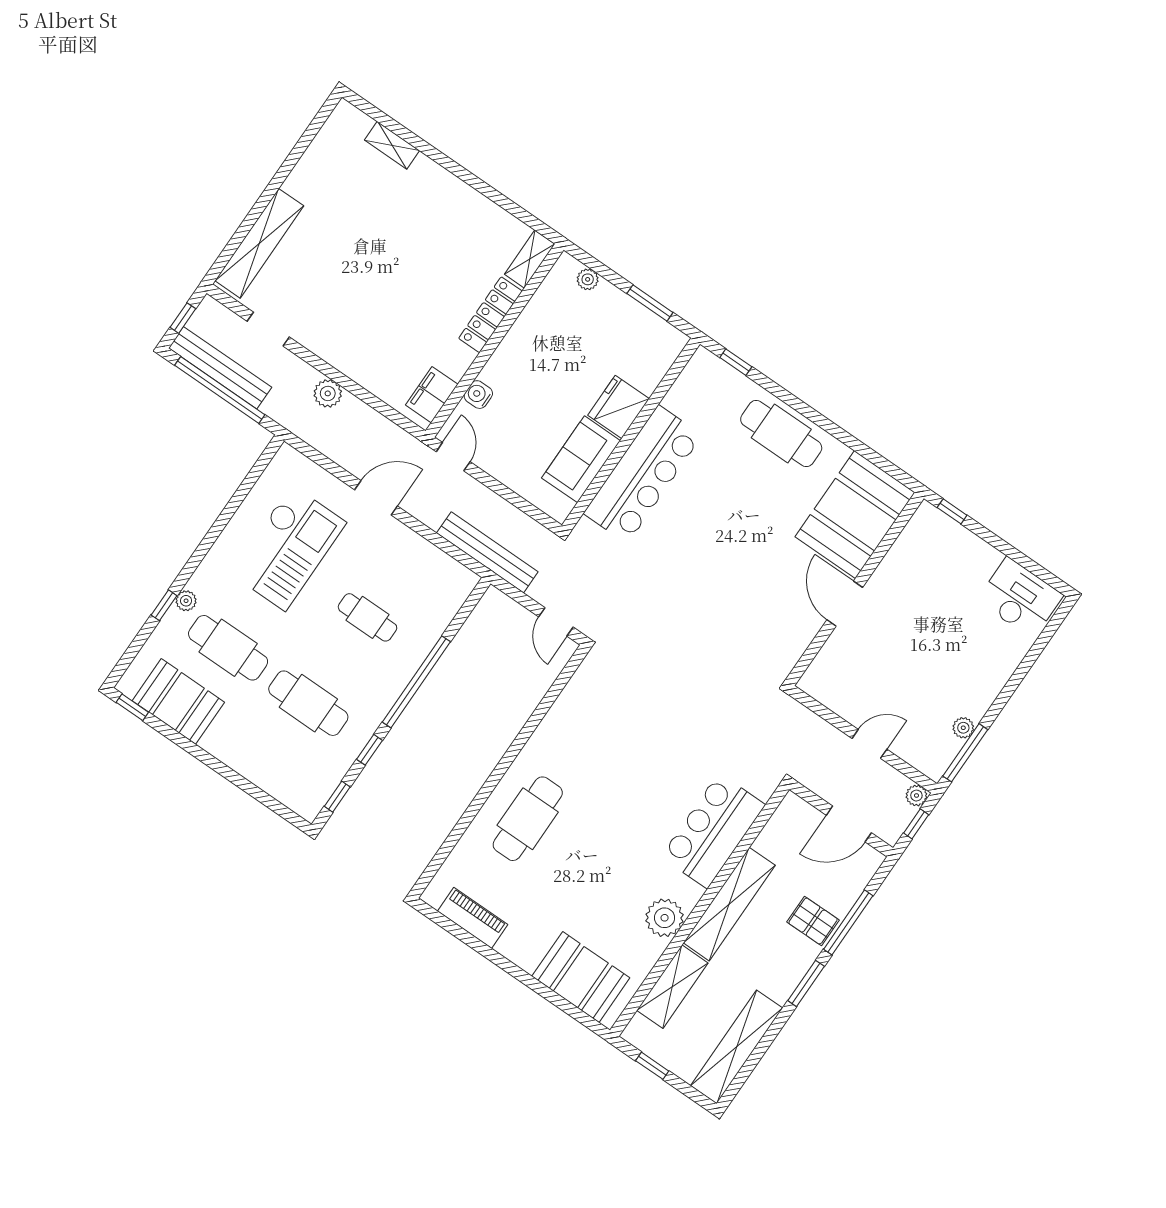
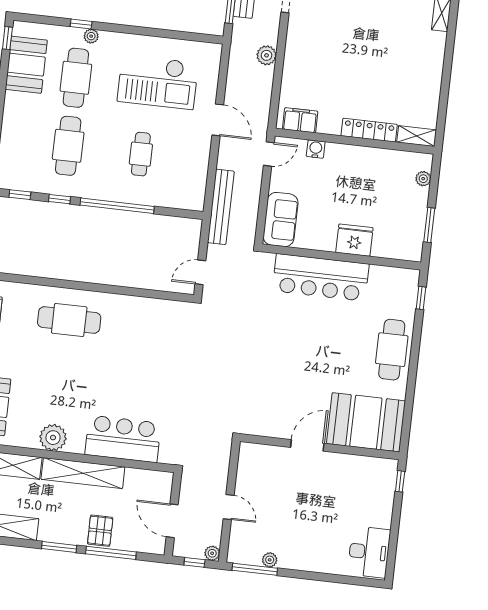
sofa: (581, 459) -> (281, 220), moved, turned 90

